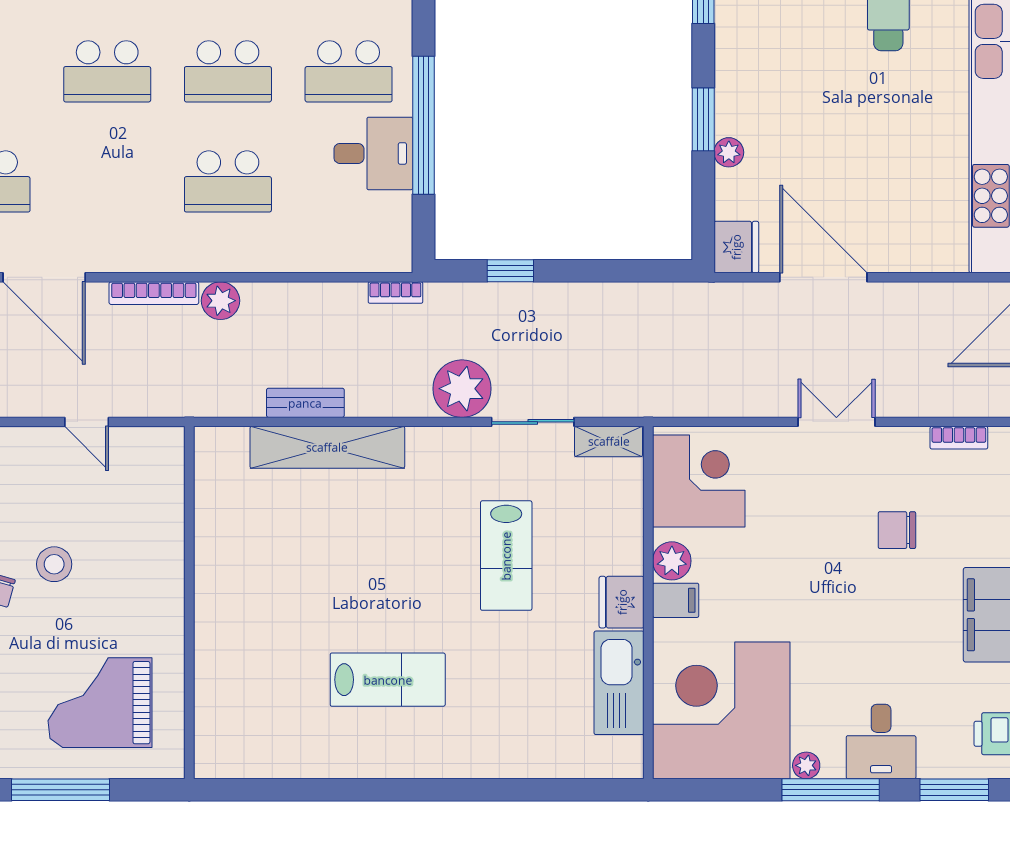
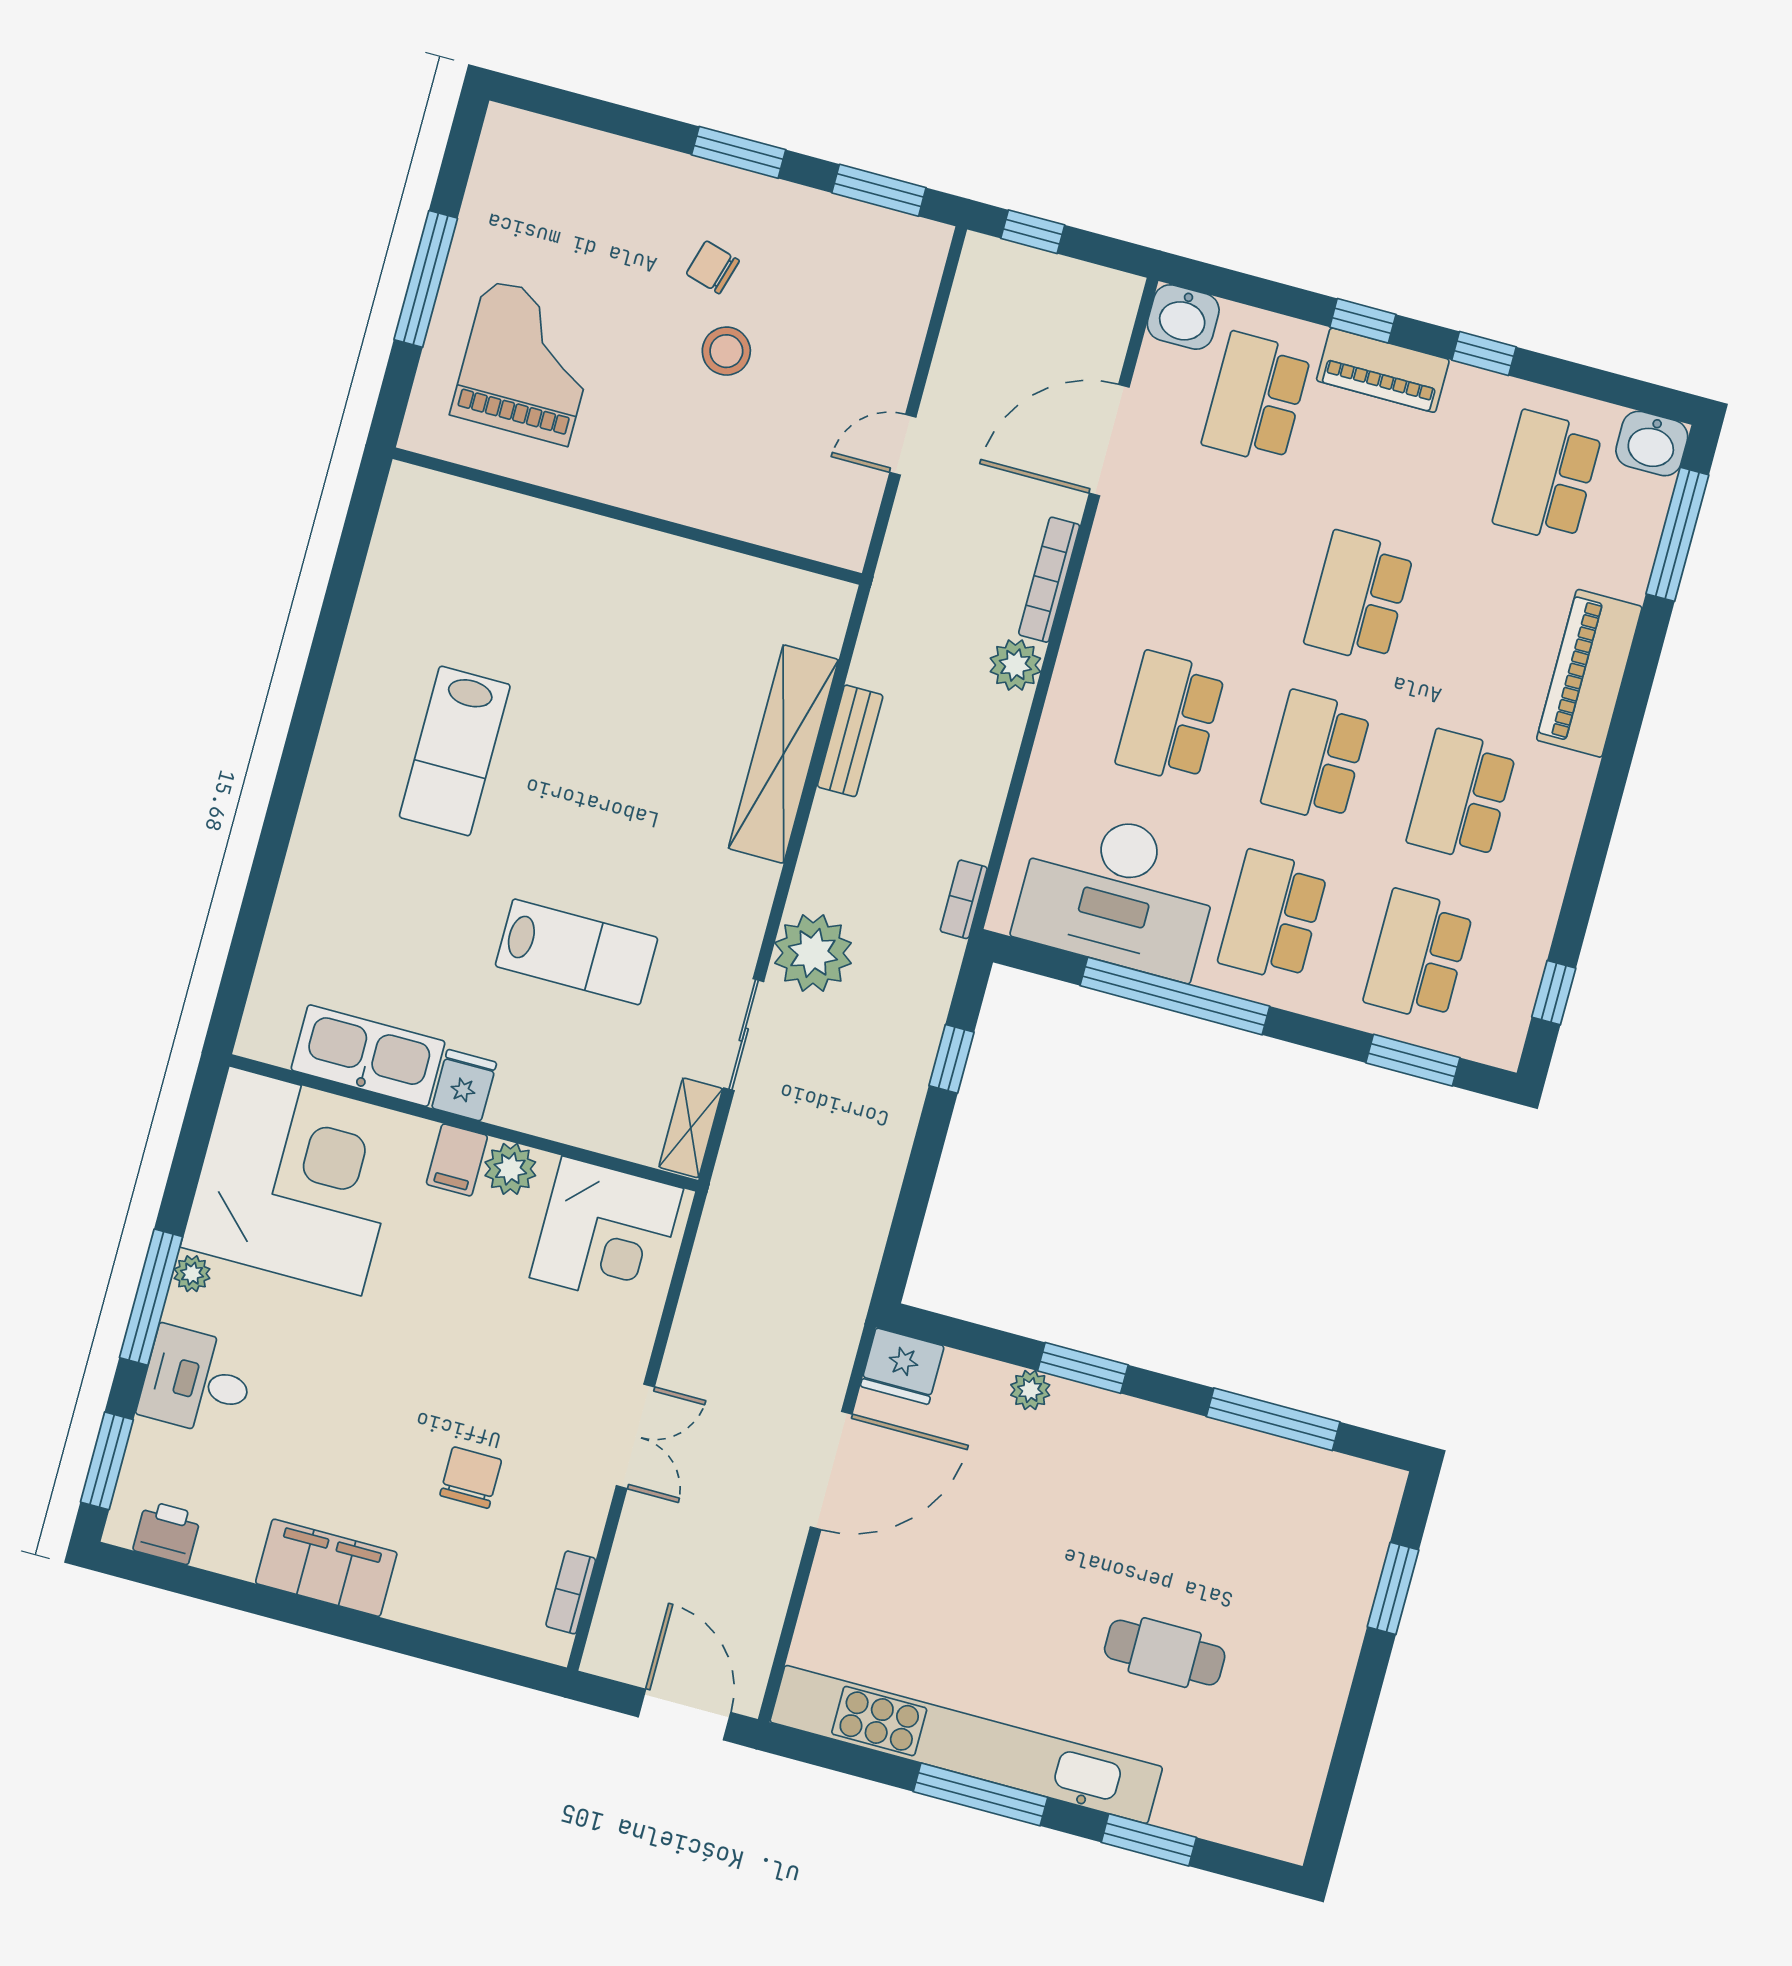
desk: (373, 153) -> (1118, 893), width x1.87, depth x1.30
lab bench: (506, 556) -> (576, 952), turned 180
fridge: (622, 602) -> (464, 1085), width x0.72

